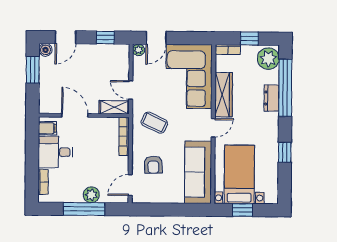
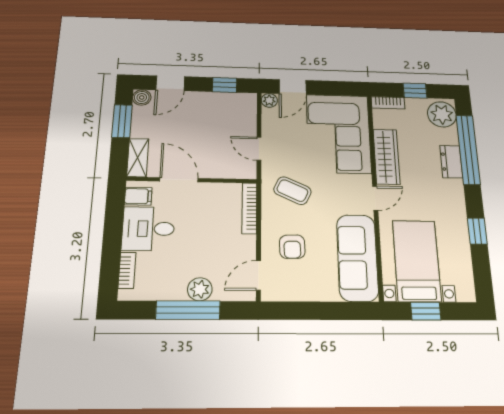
shelving: (114, 107) -> (138, 158), moved, turned 90

